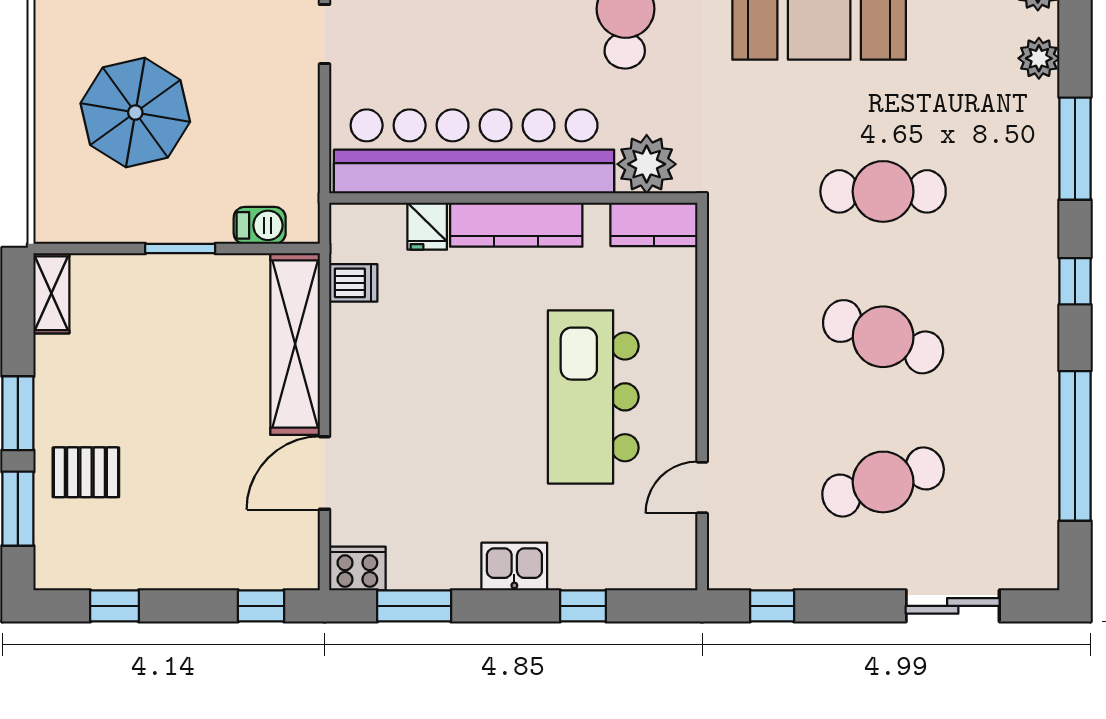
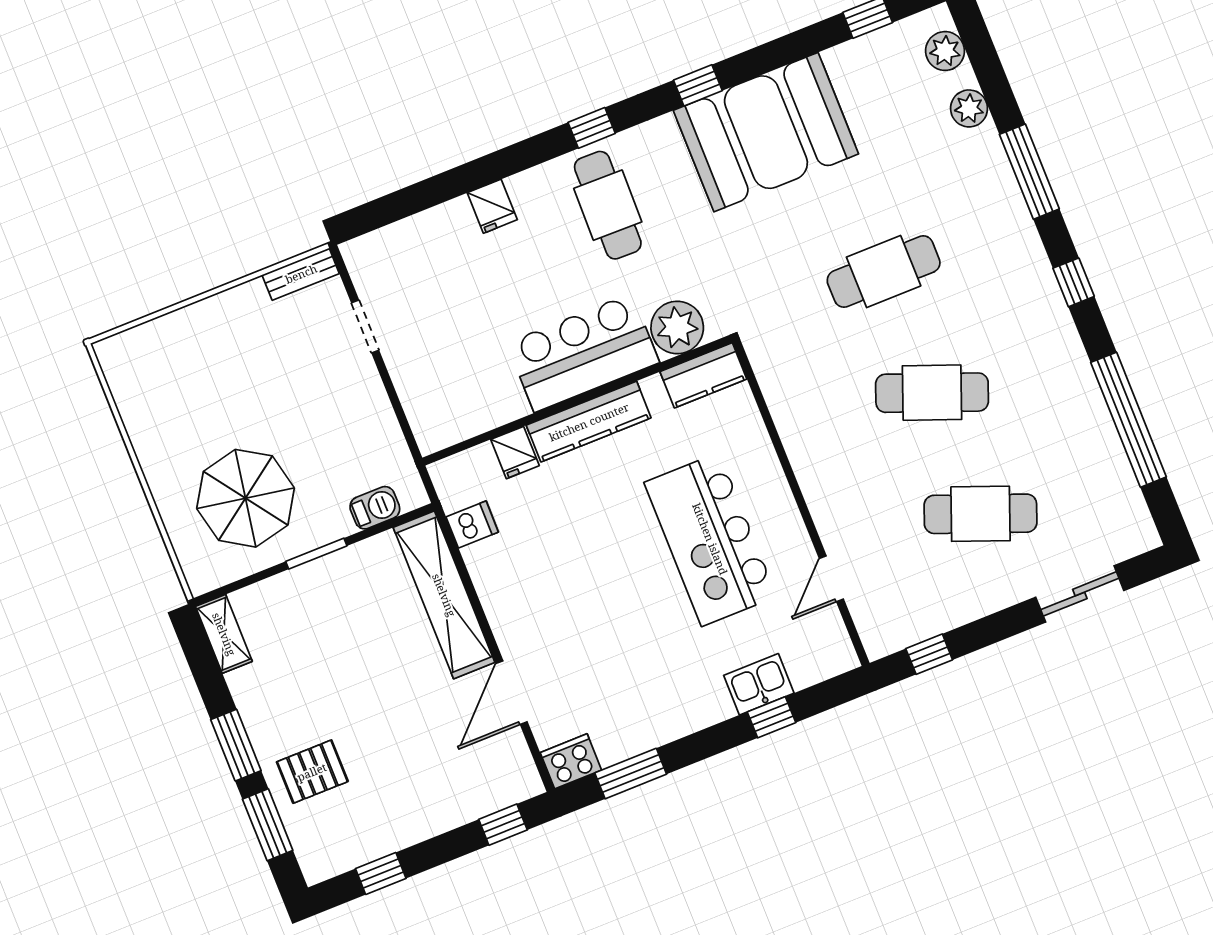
parasol: (135, 113) -> (246, 498), moved
bar counter: (474, 151) -> (583, 353), width x0.54
cafe table: (883, 482) -> (980, 514), turned 39
kitchen sink: (514, 566) -> (759, 684), moved

